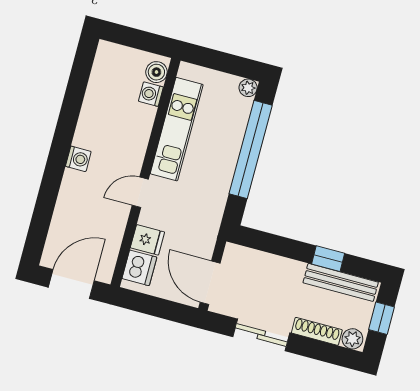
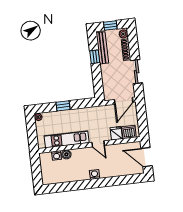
boiler: (156, 72) -> (66, 154), moved
window: (251, 150) -> (63, 106), width x0.32

